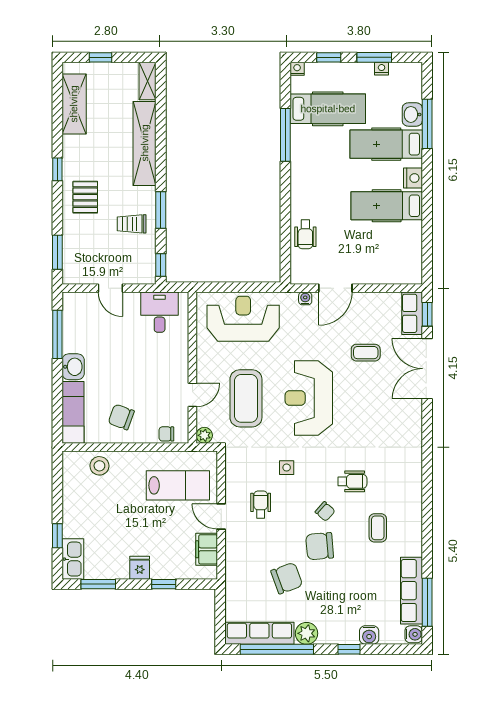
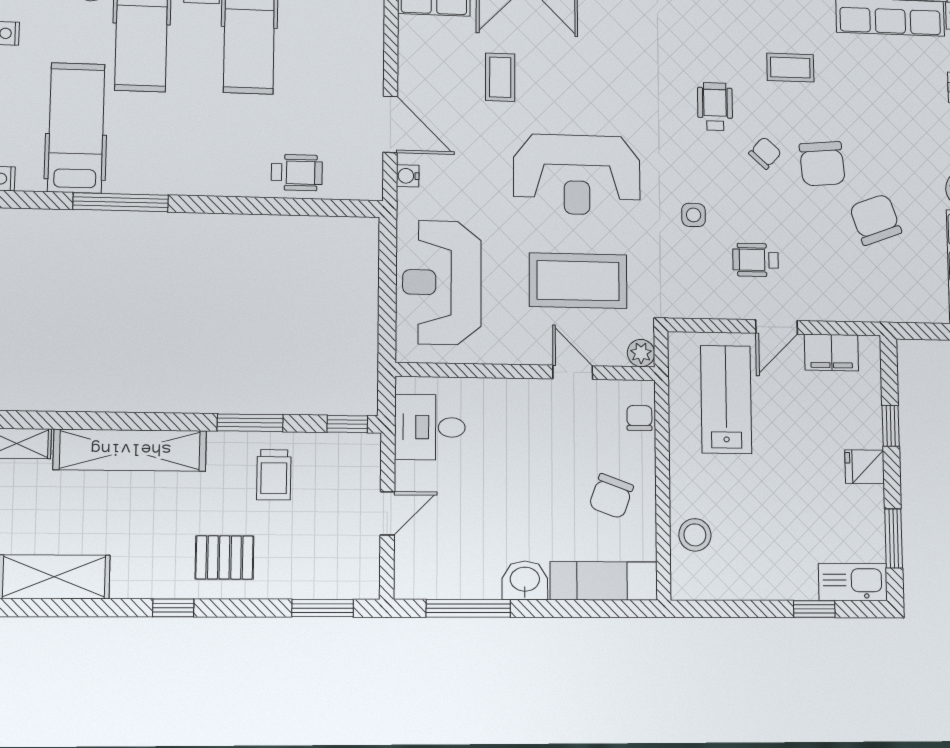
chair: (166, 434) -> (639, 418), turned 180

